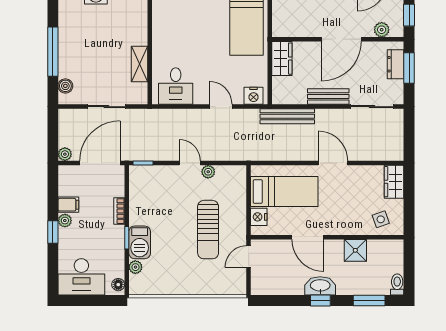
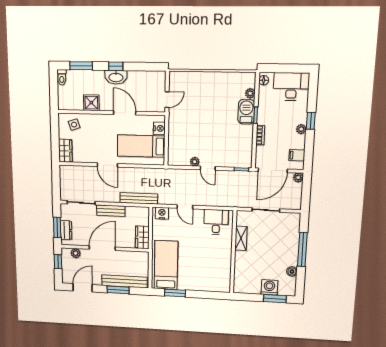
boiler: (65, 86) -> (292, 271), moved
filing cabinet: (68, 205) -> (297, 155), moved
sun lounger: (208, 230) -> (196, 120), removed

